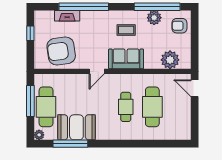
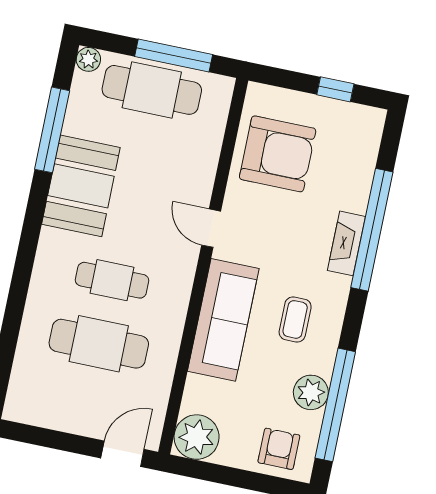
fireplace: (67, 16) -> (346, 243), moved
armchair: (61, 51) -> (278, 154), turned 98
sofa: (126, 59) -> (223, 320), width x1.36
plant: (170, 60) -> (197, 437), moved
booth: (76, 127) -> (81, 186), moved

